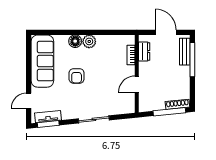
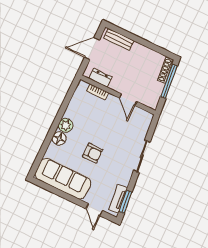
window: (192, 60) -> (130, 36), removed

